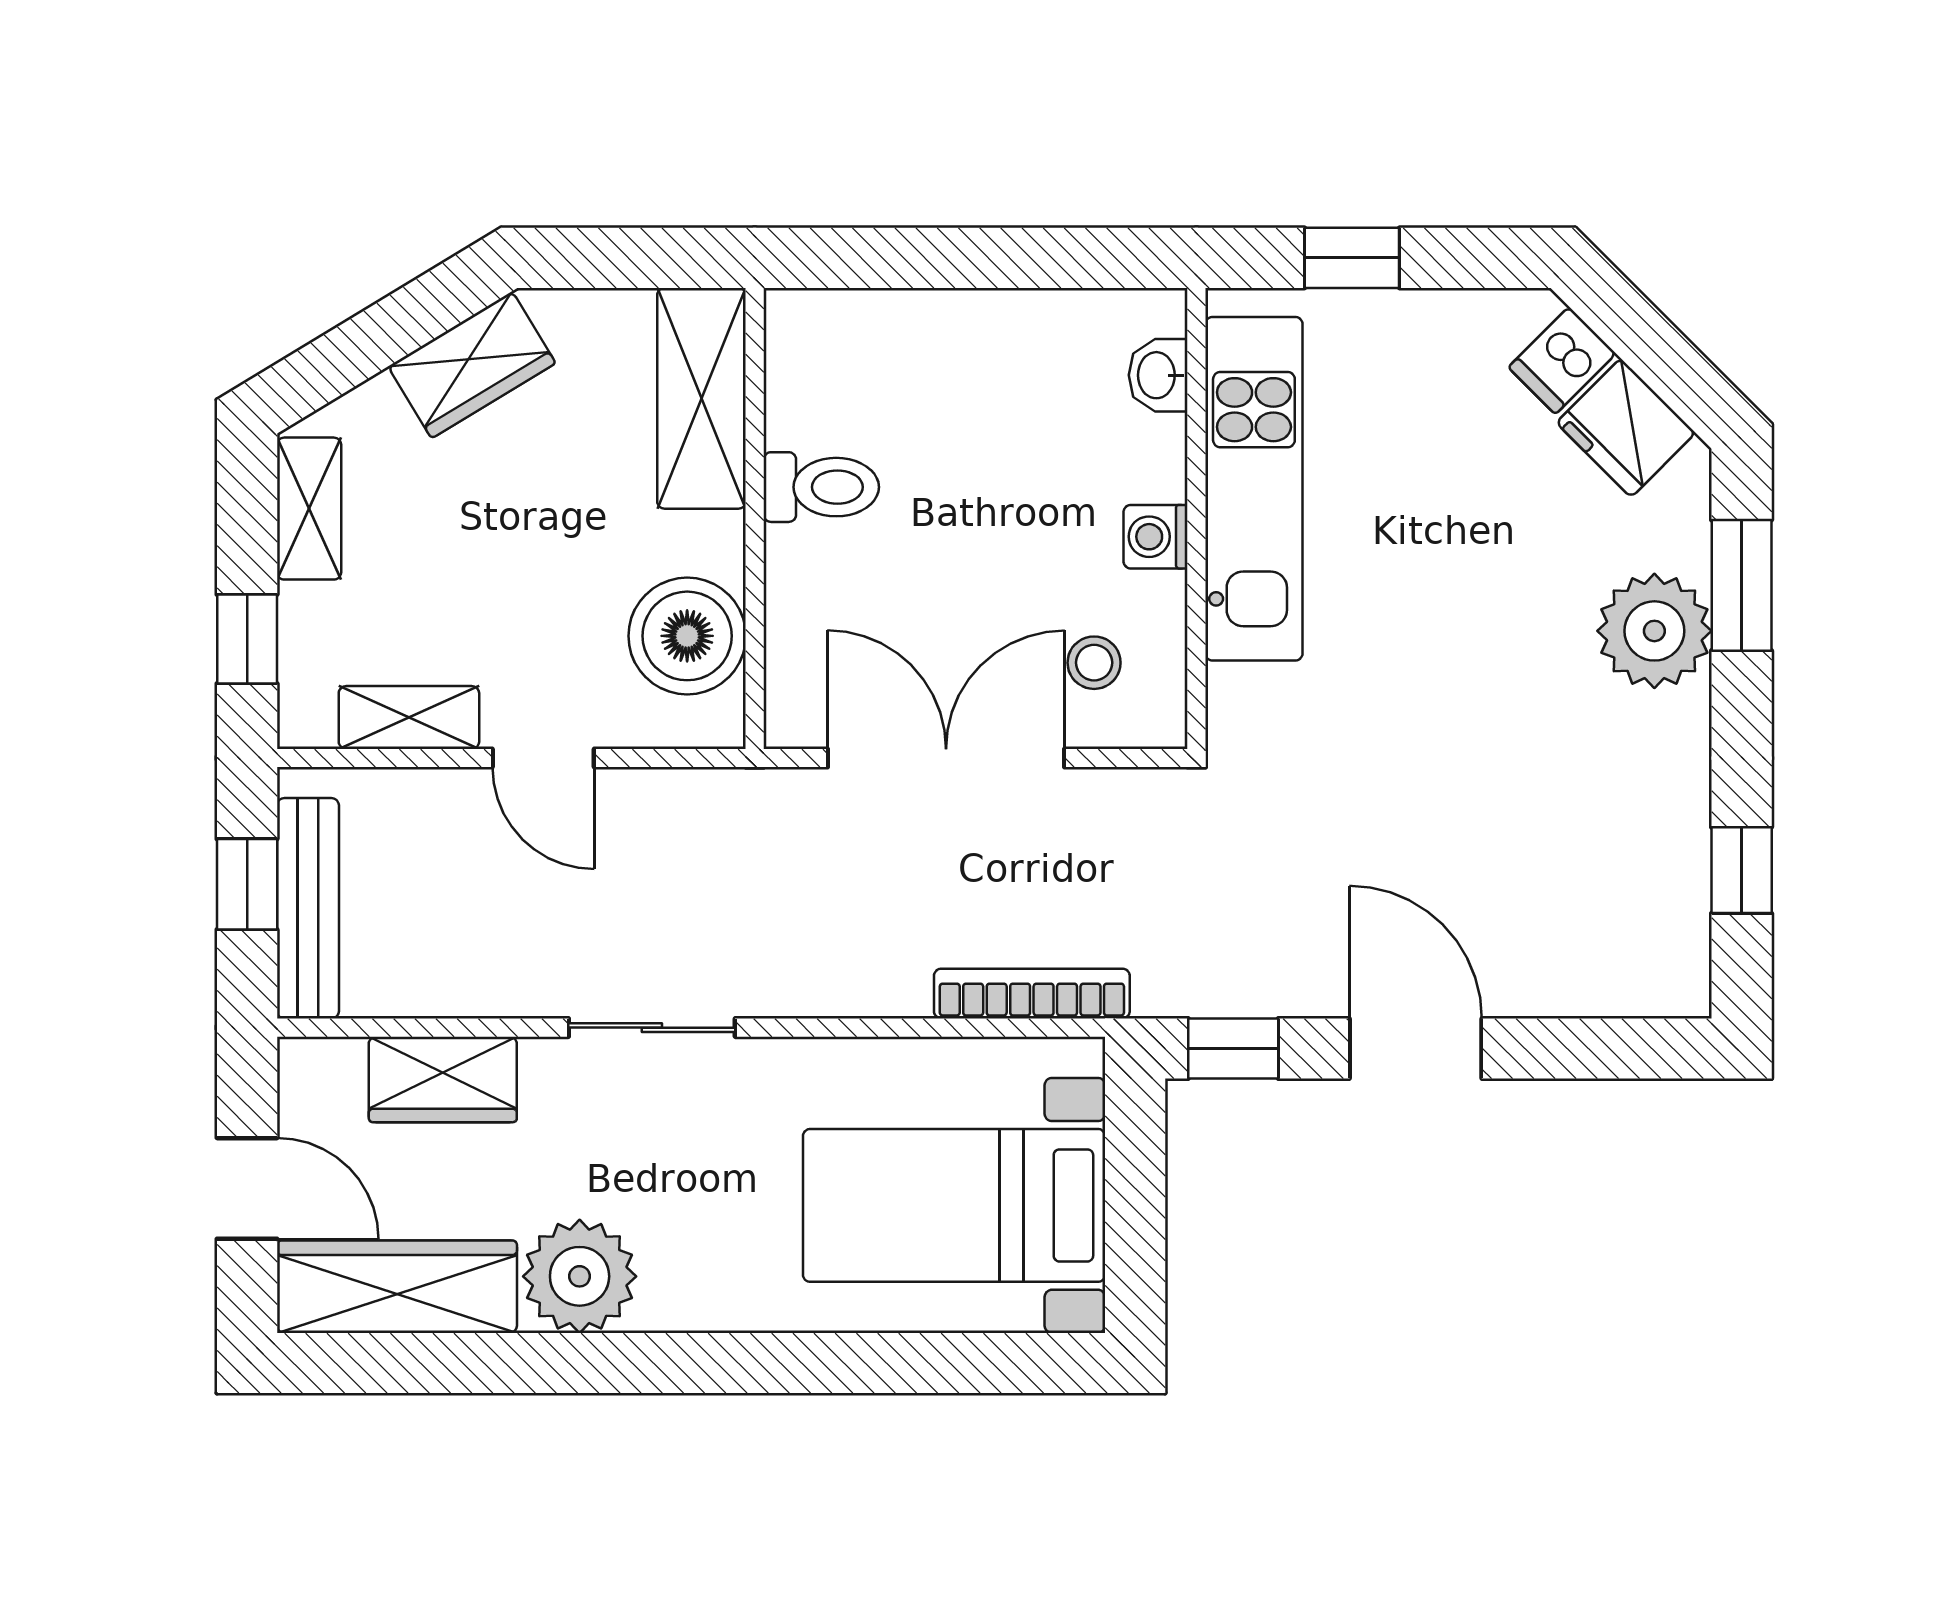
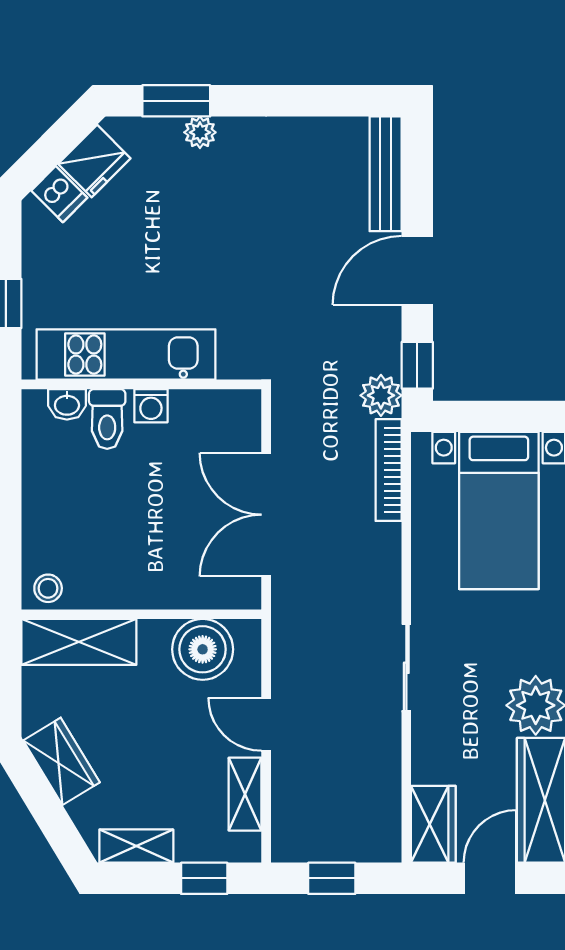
toilet: (821, 487) -> (107, 419), moved, turned 180
plant: (1654, 631) -> (200, 132), width x0.53, depth x0.53
stool: (1094, 663) -> (48, 588), moved
door: (543, 758) -> (266, 724), swing flipped
window: (1742, 870) -> (324, 101), removed
bench: (308, 908) -> (386, 174), moved, turned 90
plant: (1175, 979) -> (381, 395), added
wardrobe: (443, 1079) -> (433, 824), moved

